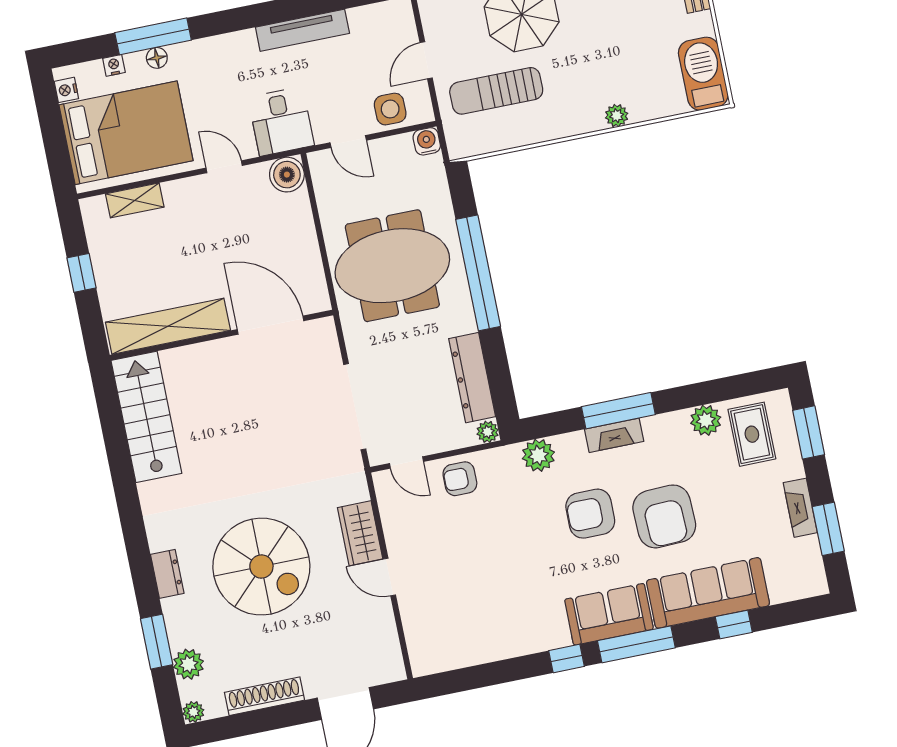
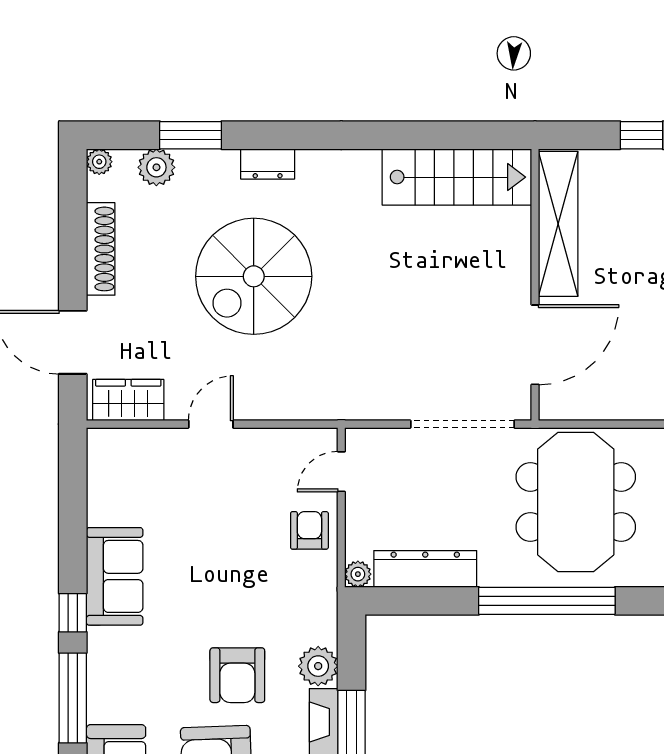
doorway: (355, 407) -> (462, 424), moved
plant: (538, 455) -> (318, 666), moved
armchair: (590, 514) -> (237, 675), turned 180
wardrobe: (360, 533) -> (128, 400), moved
sofa: (609, 614) -> (115, 576), moved

